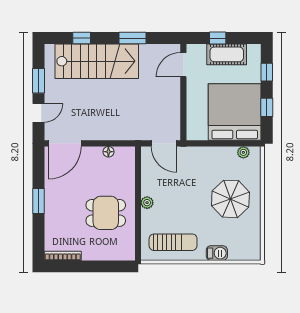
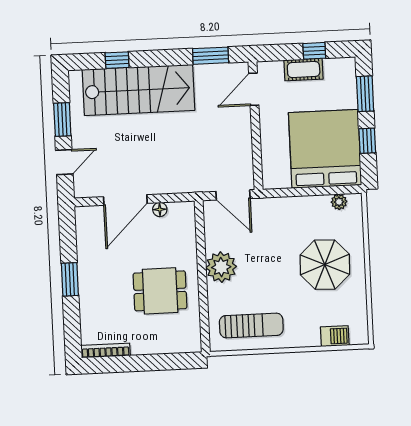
window: (132, 38) -> (211, 56), moved
window: (218, 38) -> (314, 51), moved
cot: (227, 54) -> (304, 70), width x0.73, depth x0.75
window: (267, 72) -> (365, 94), width x1.50
door: (65, 143) -> (125, 200), moved
plant: (147, 203) -> (221, 267), width x1.87, depth x1.87
barbecue: (217, 253) -> (335, 336), moved

